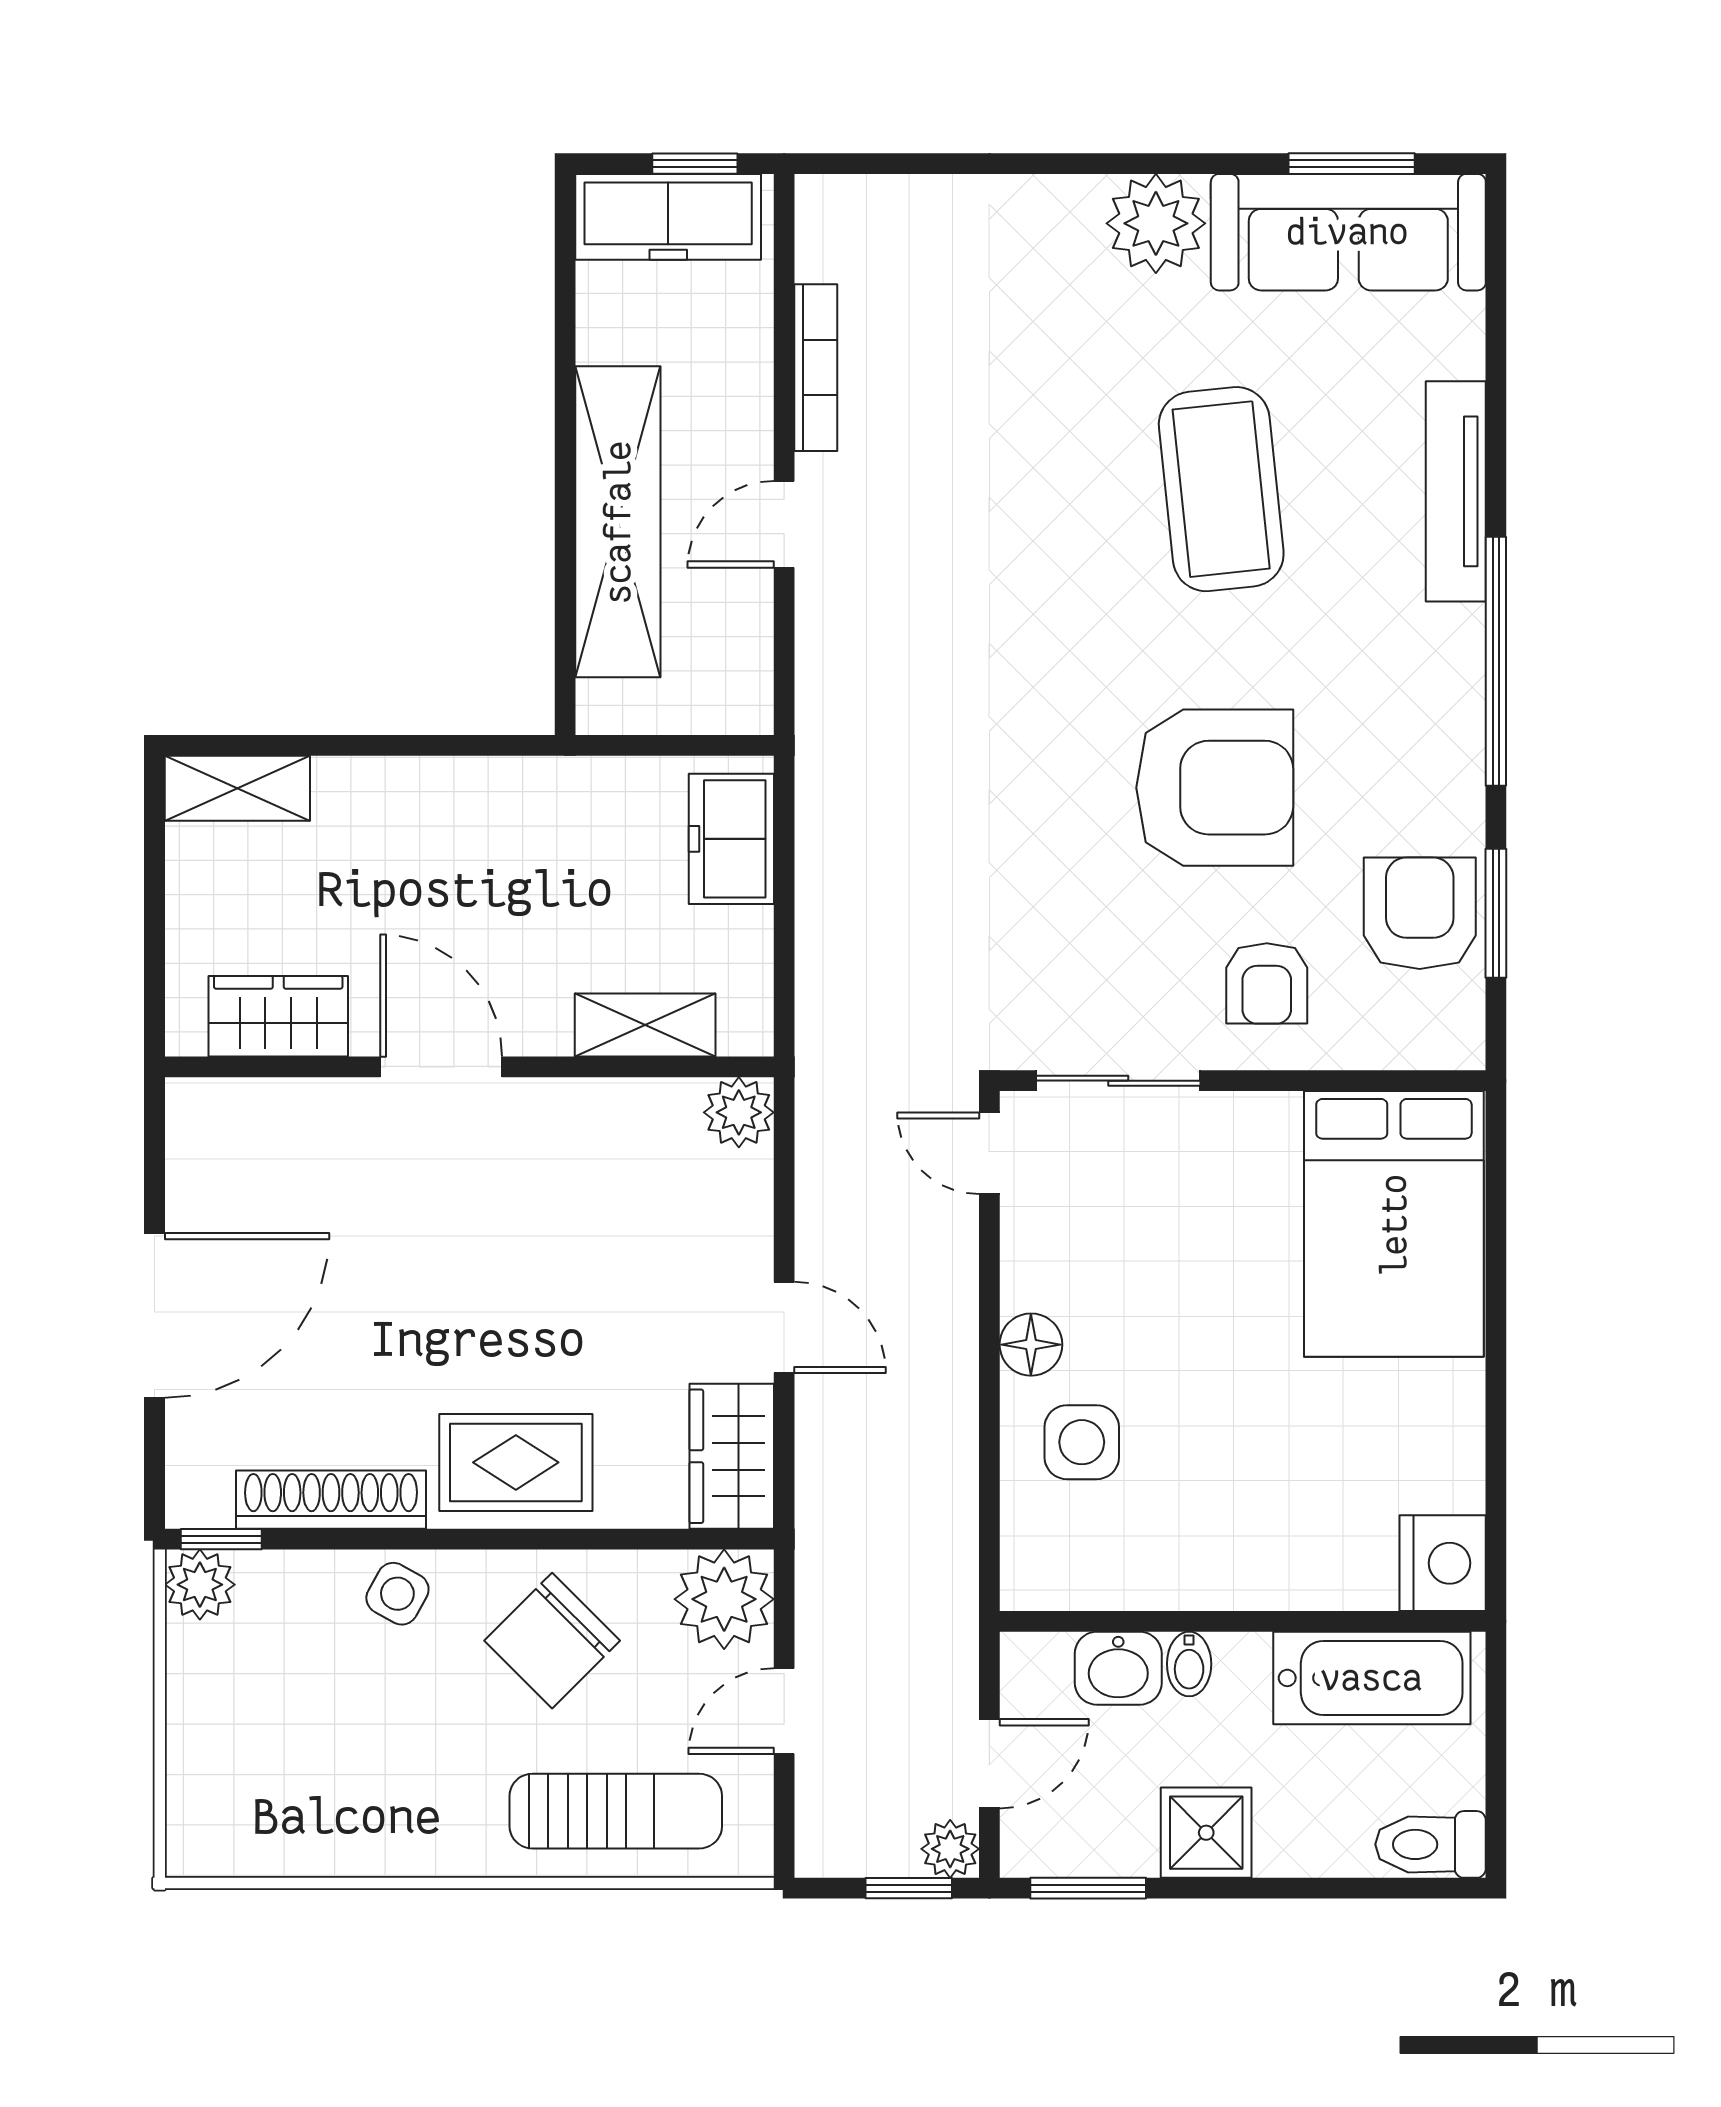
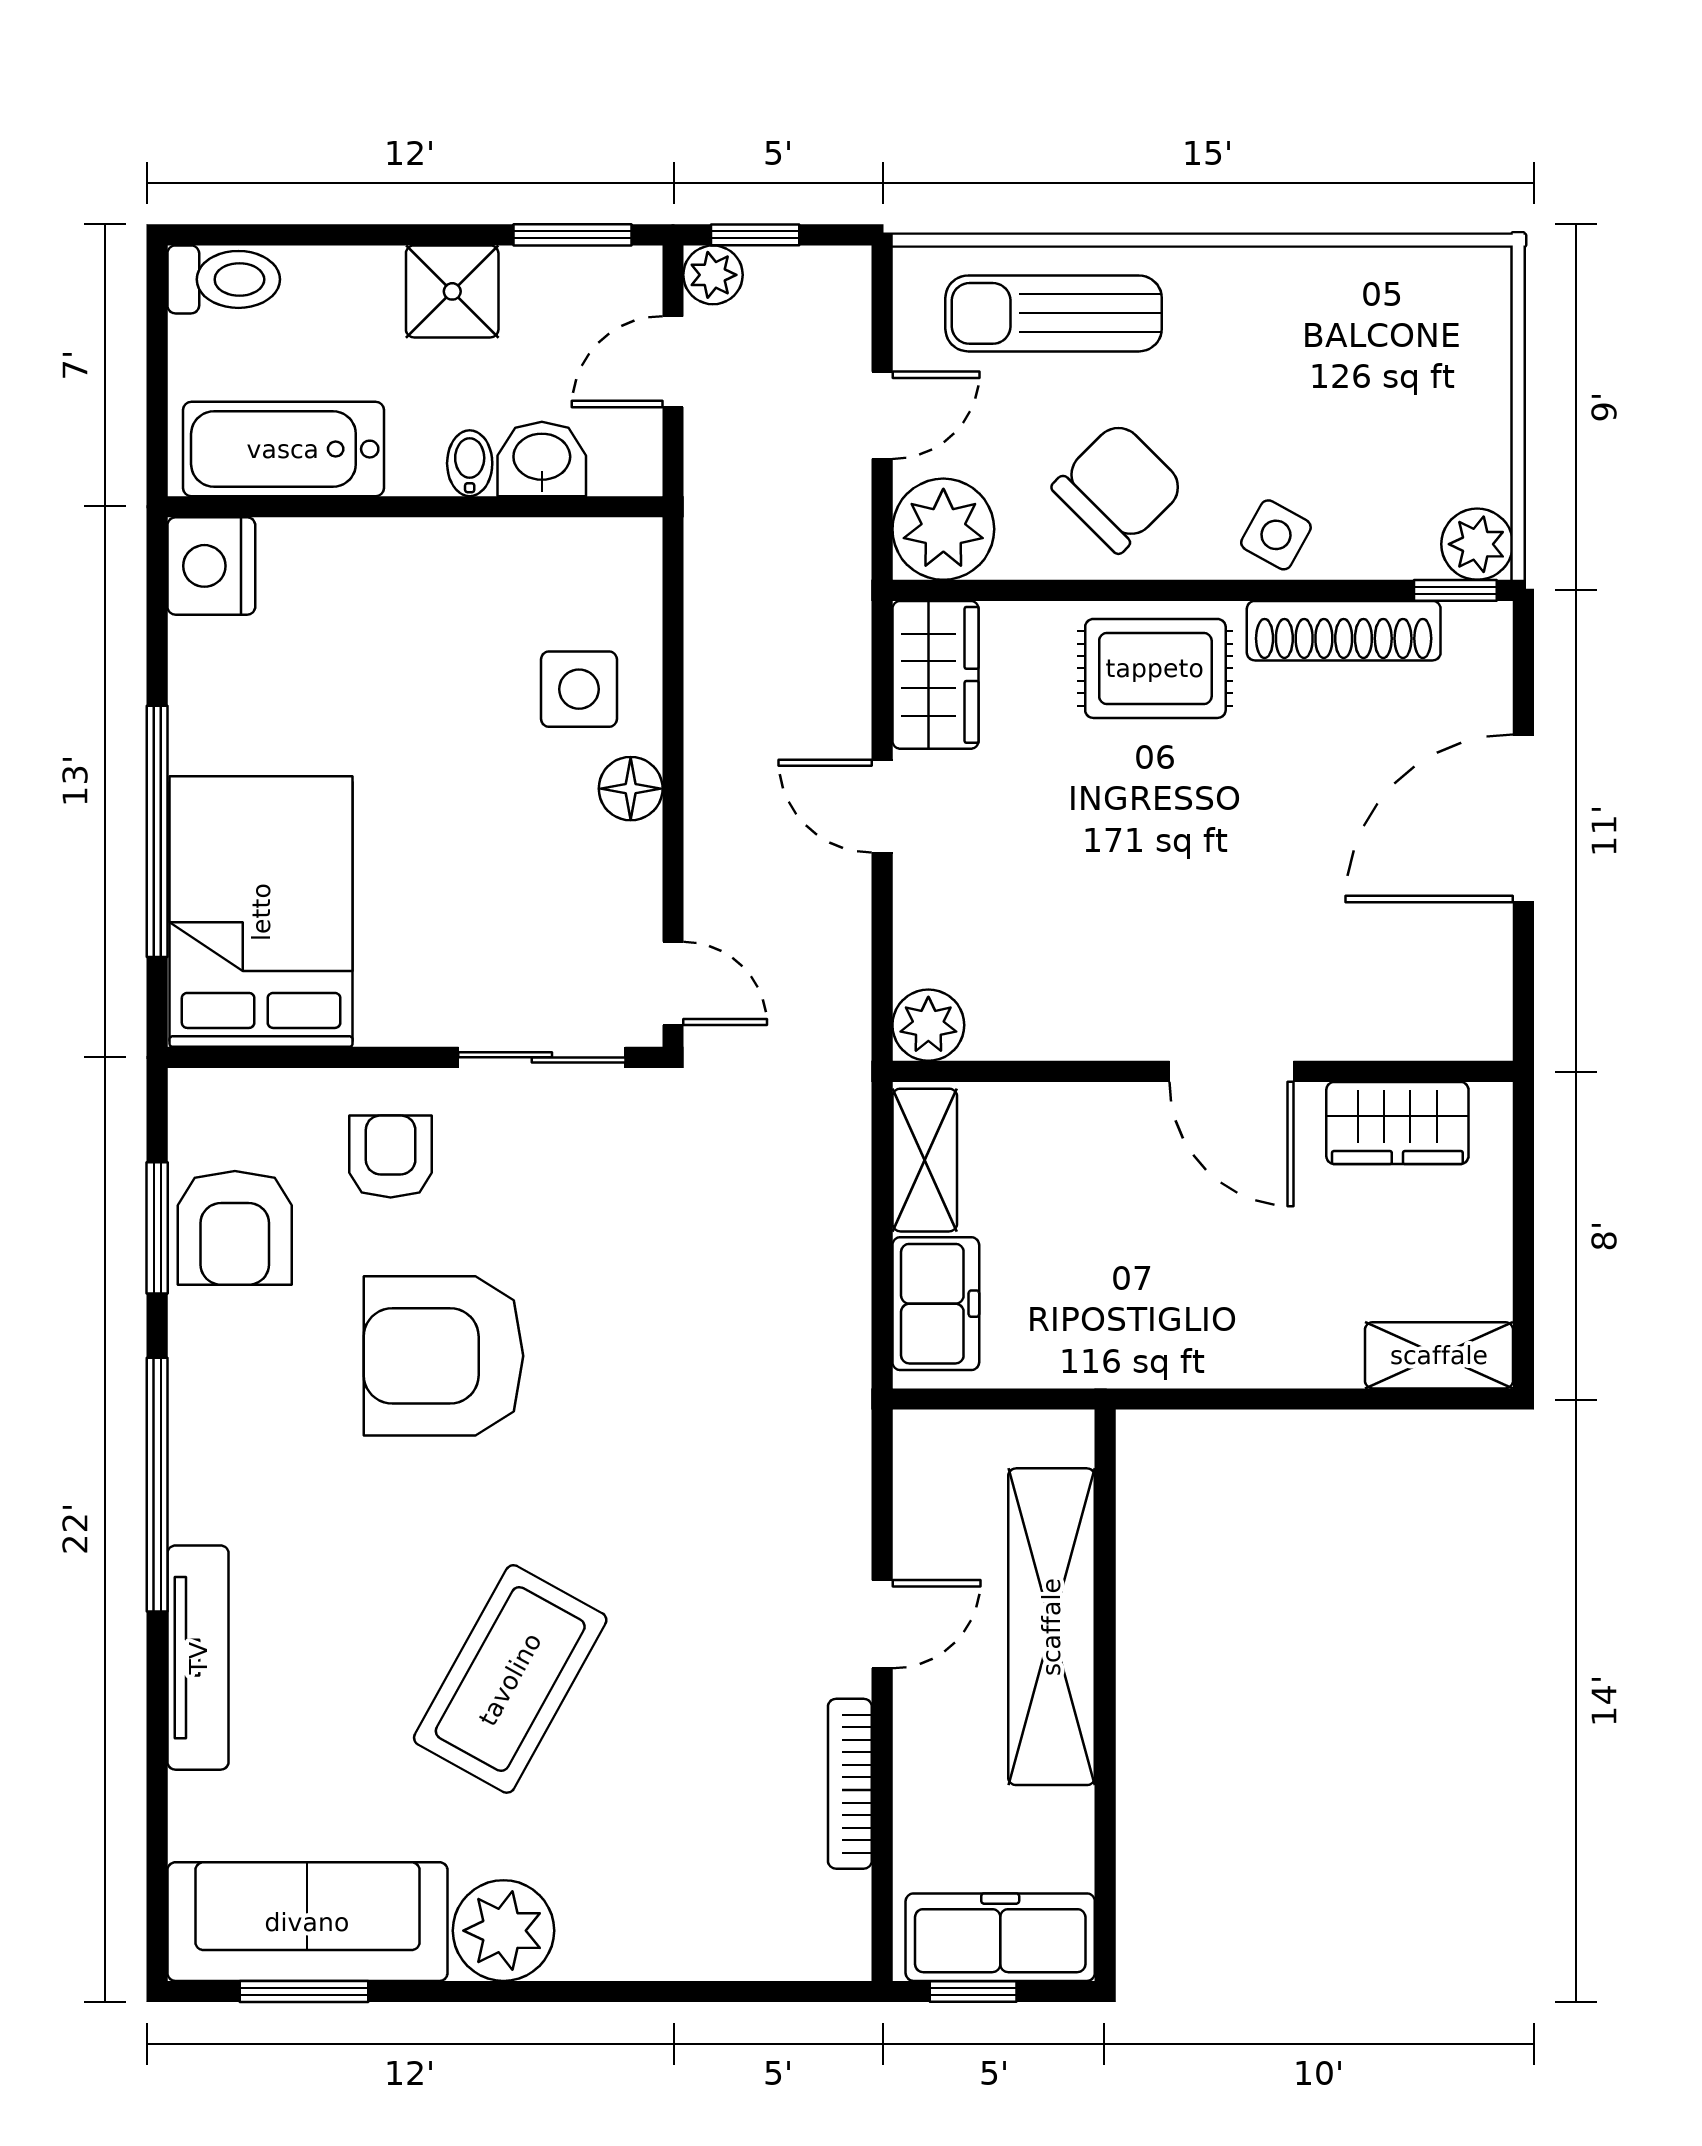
coffee table: (1221, 489) -> (510, 1679), moved, turned 35
shelving: (645, 1025) -> (925, 1160), moved, turned 90
window: (1496, 1303) -> (157, 831), added

